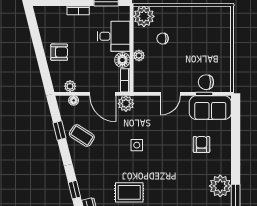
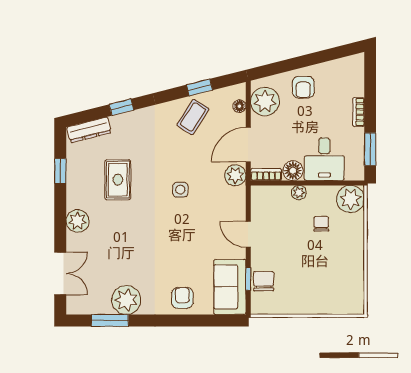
plant: (70, 86) -> (265, 101), width x1.88, depth x1.88
armchair: (202, 144) -> (182, 298), moved, turned -90

